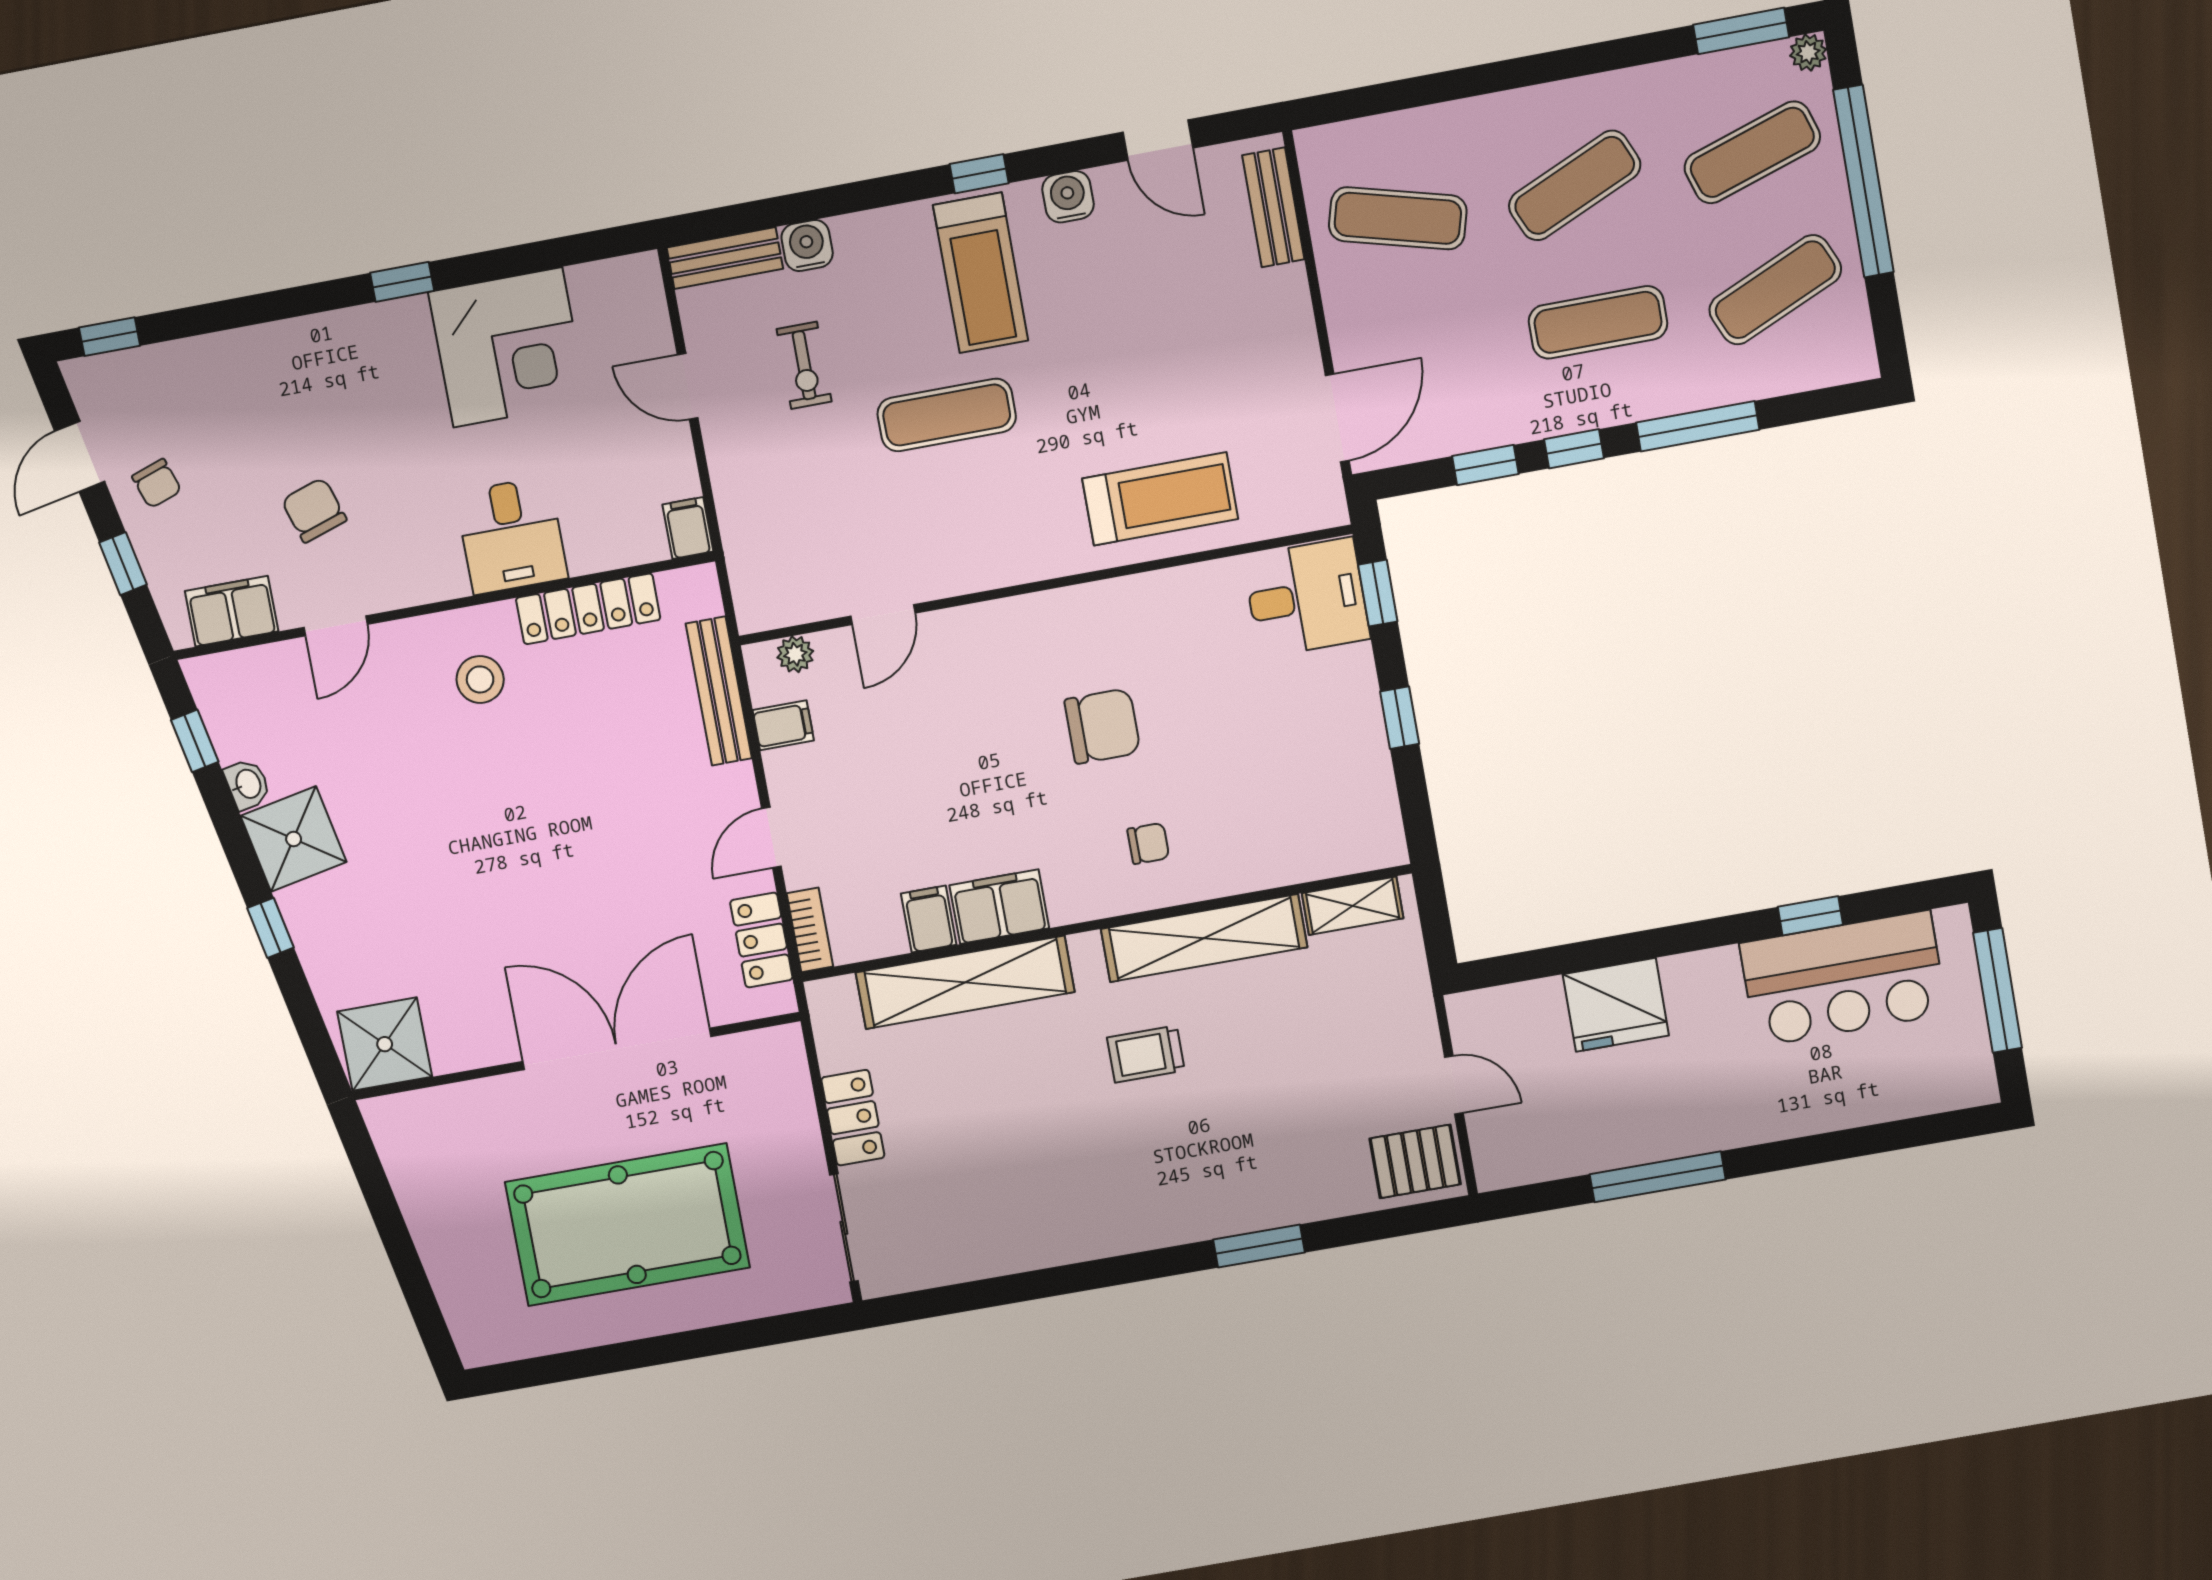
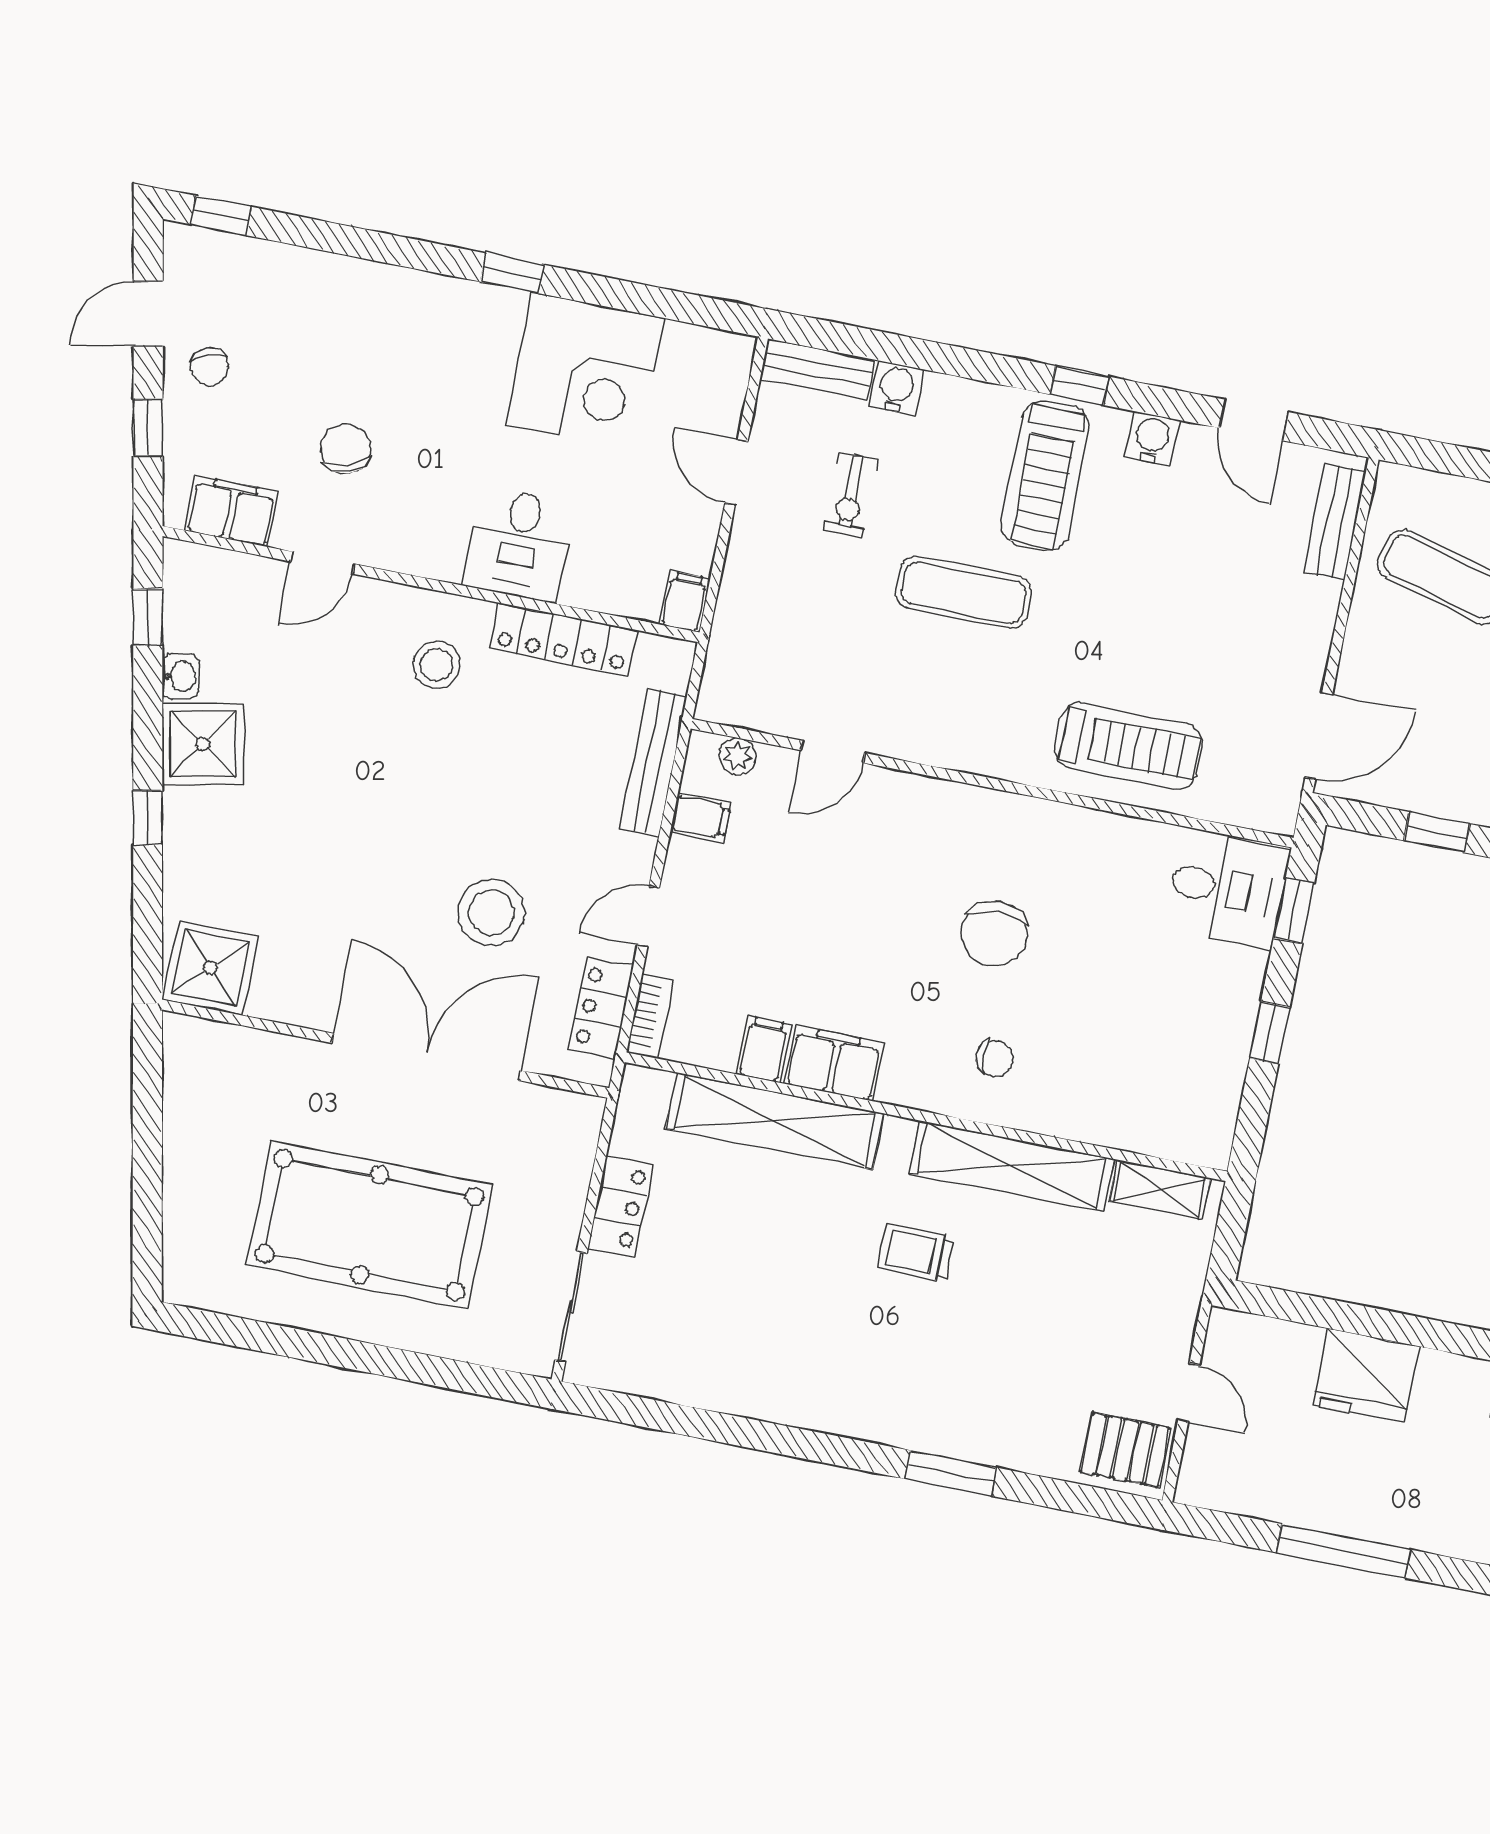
chair: (1102, 726) -> (994, 934), turned 90
stool: (624, 891) -> (491, 912), added

